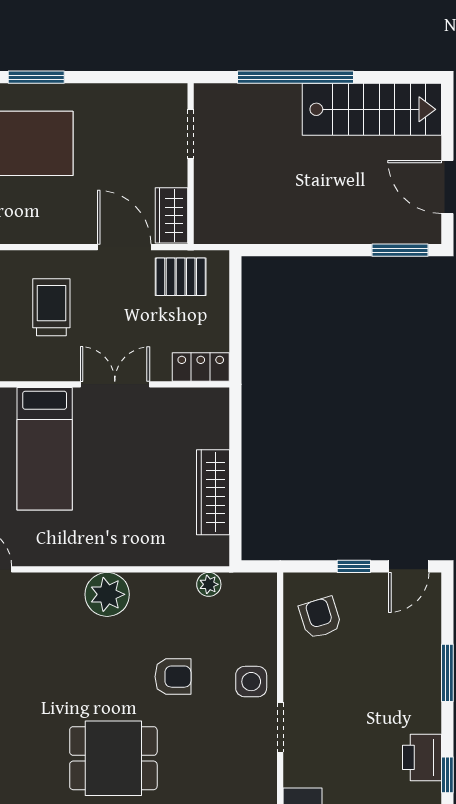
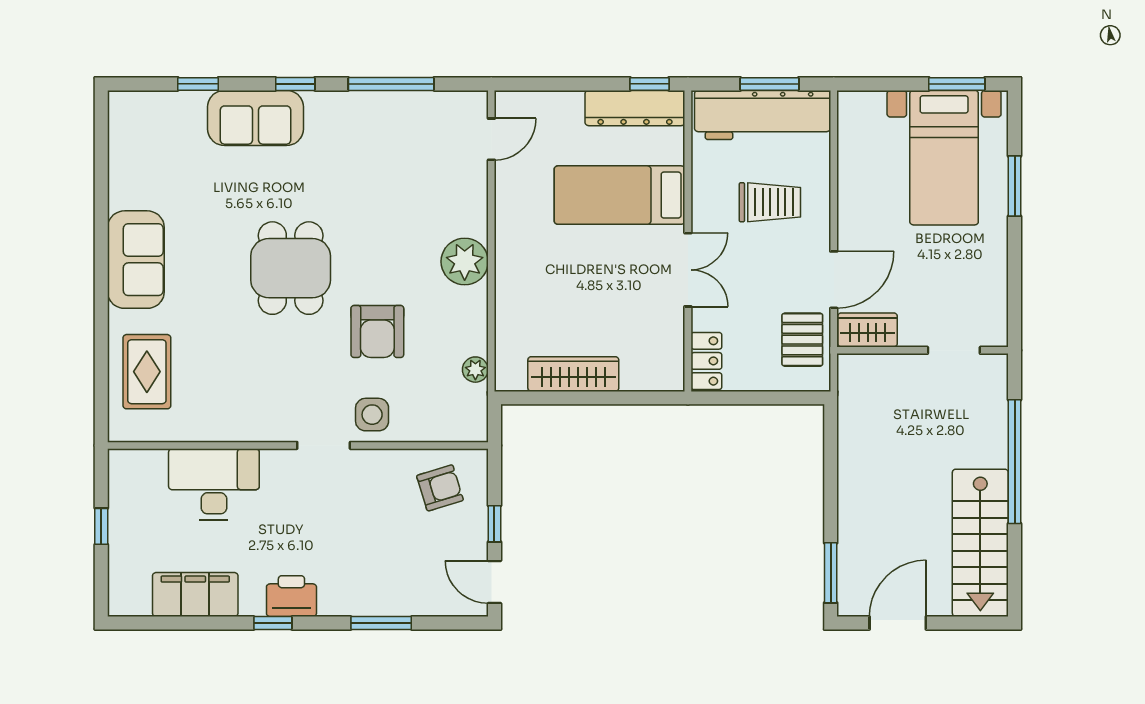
armchair: (173, 677) -> (377, 331), width x1.38, depth x1.38

